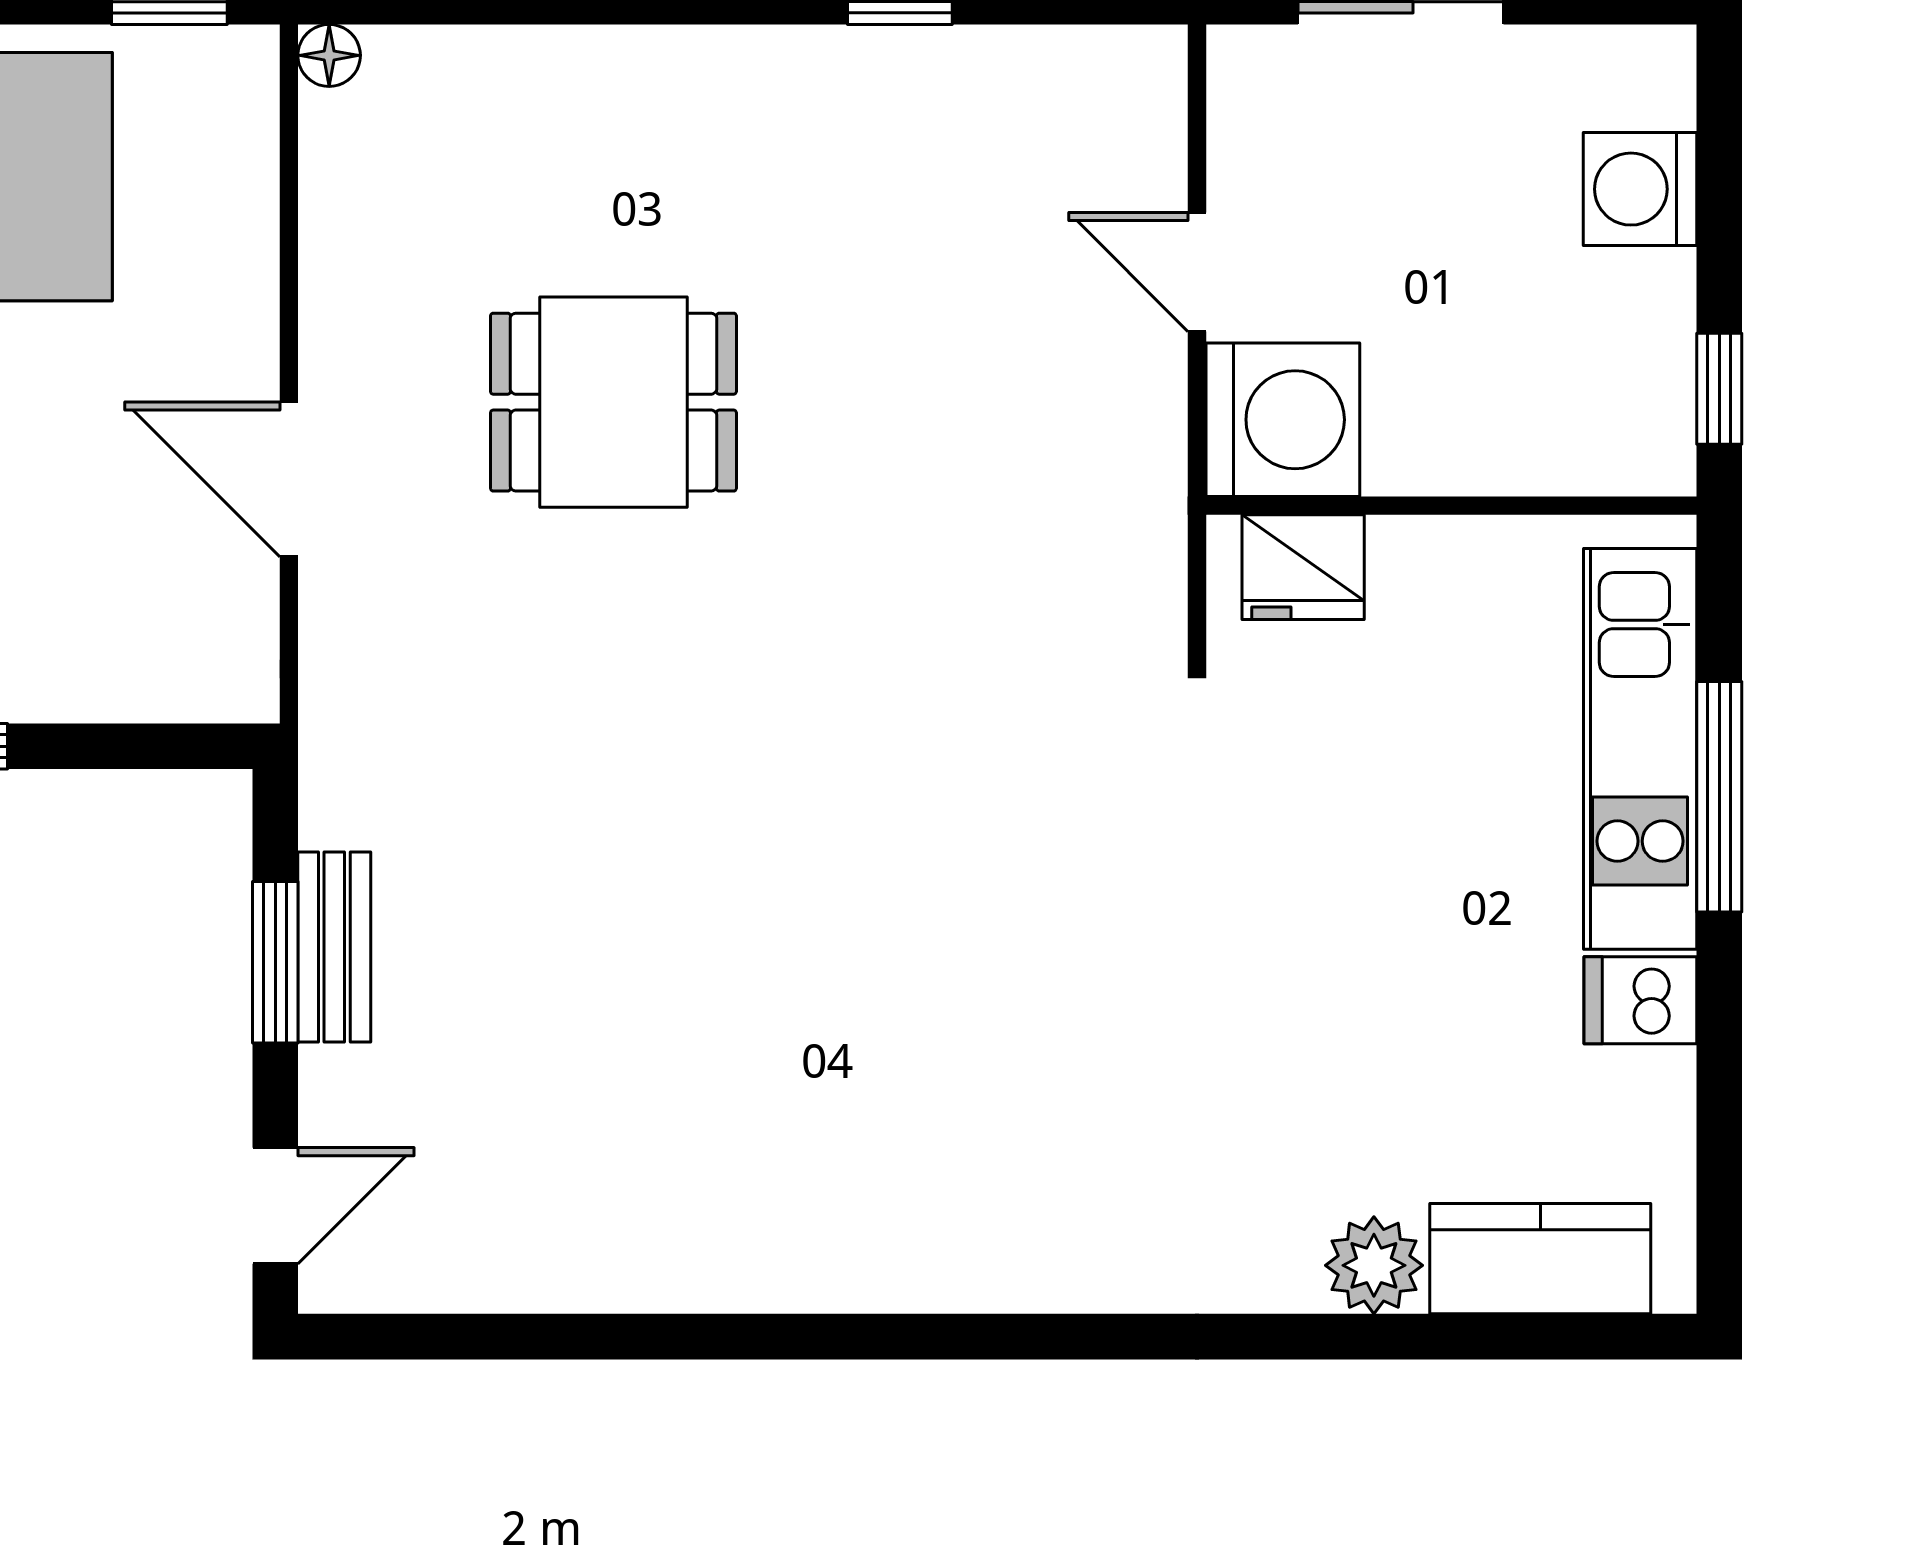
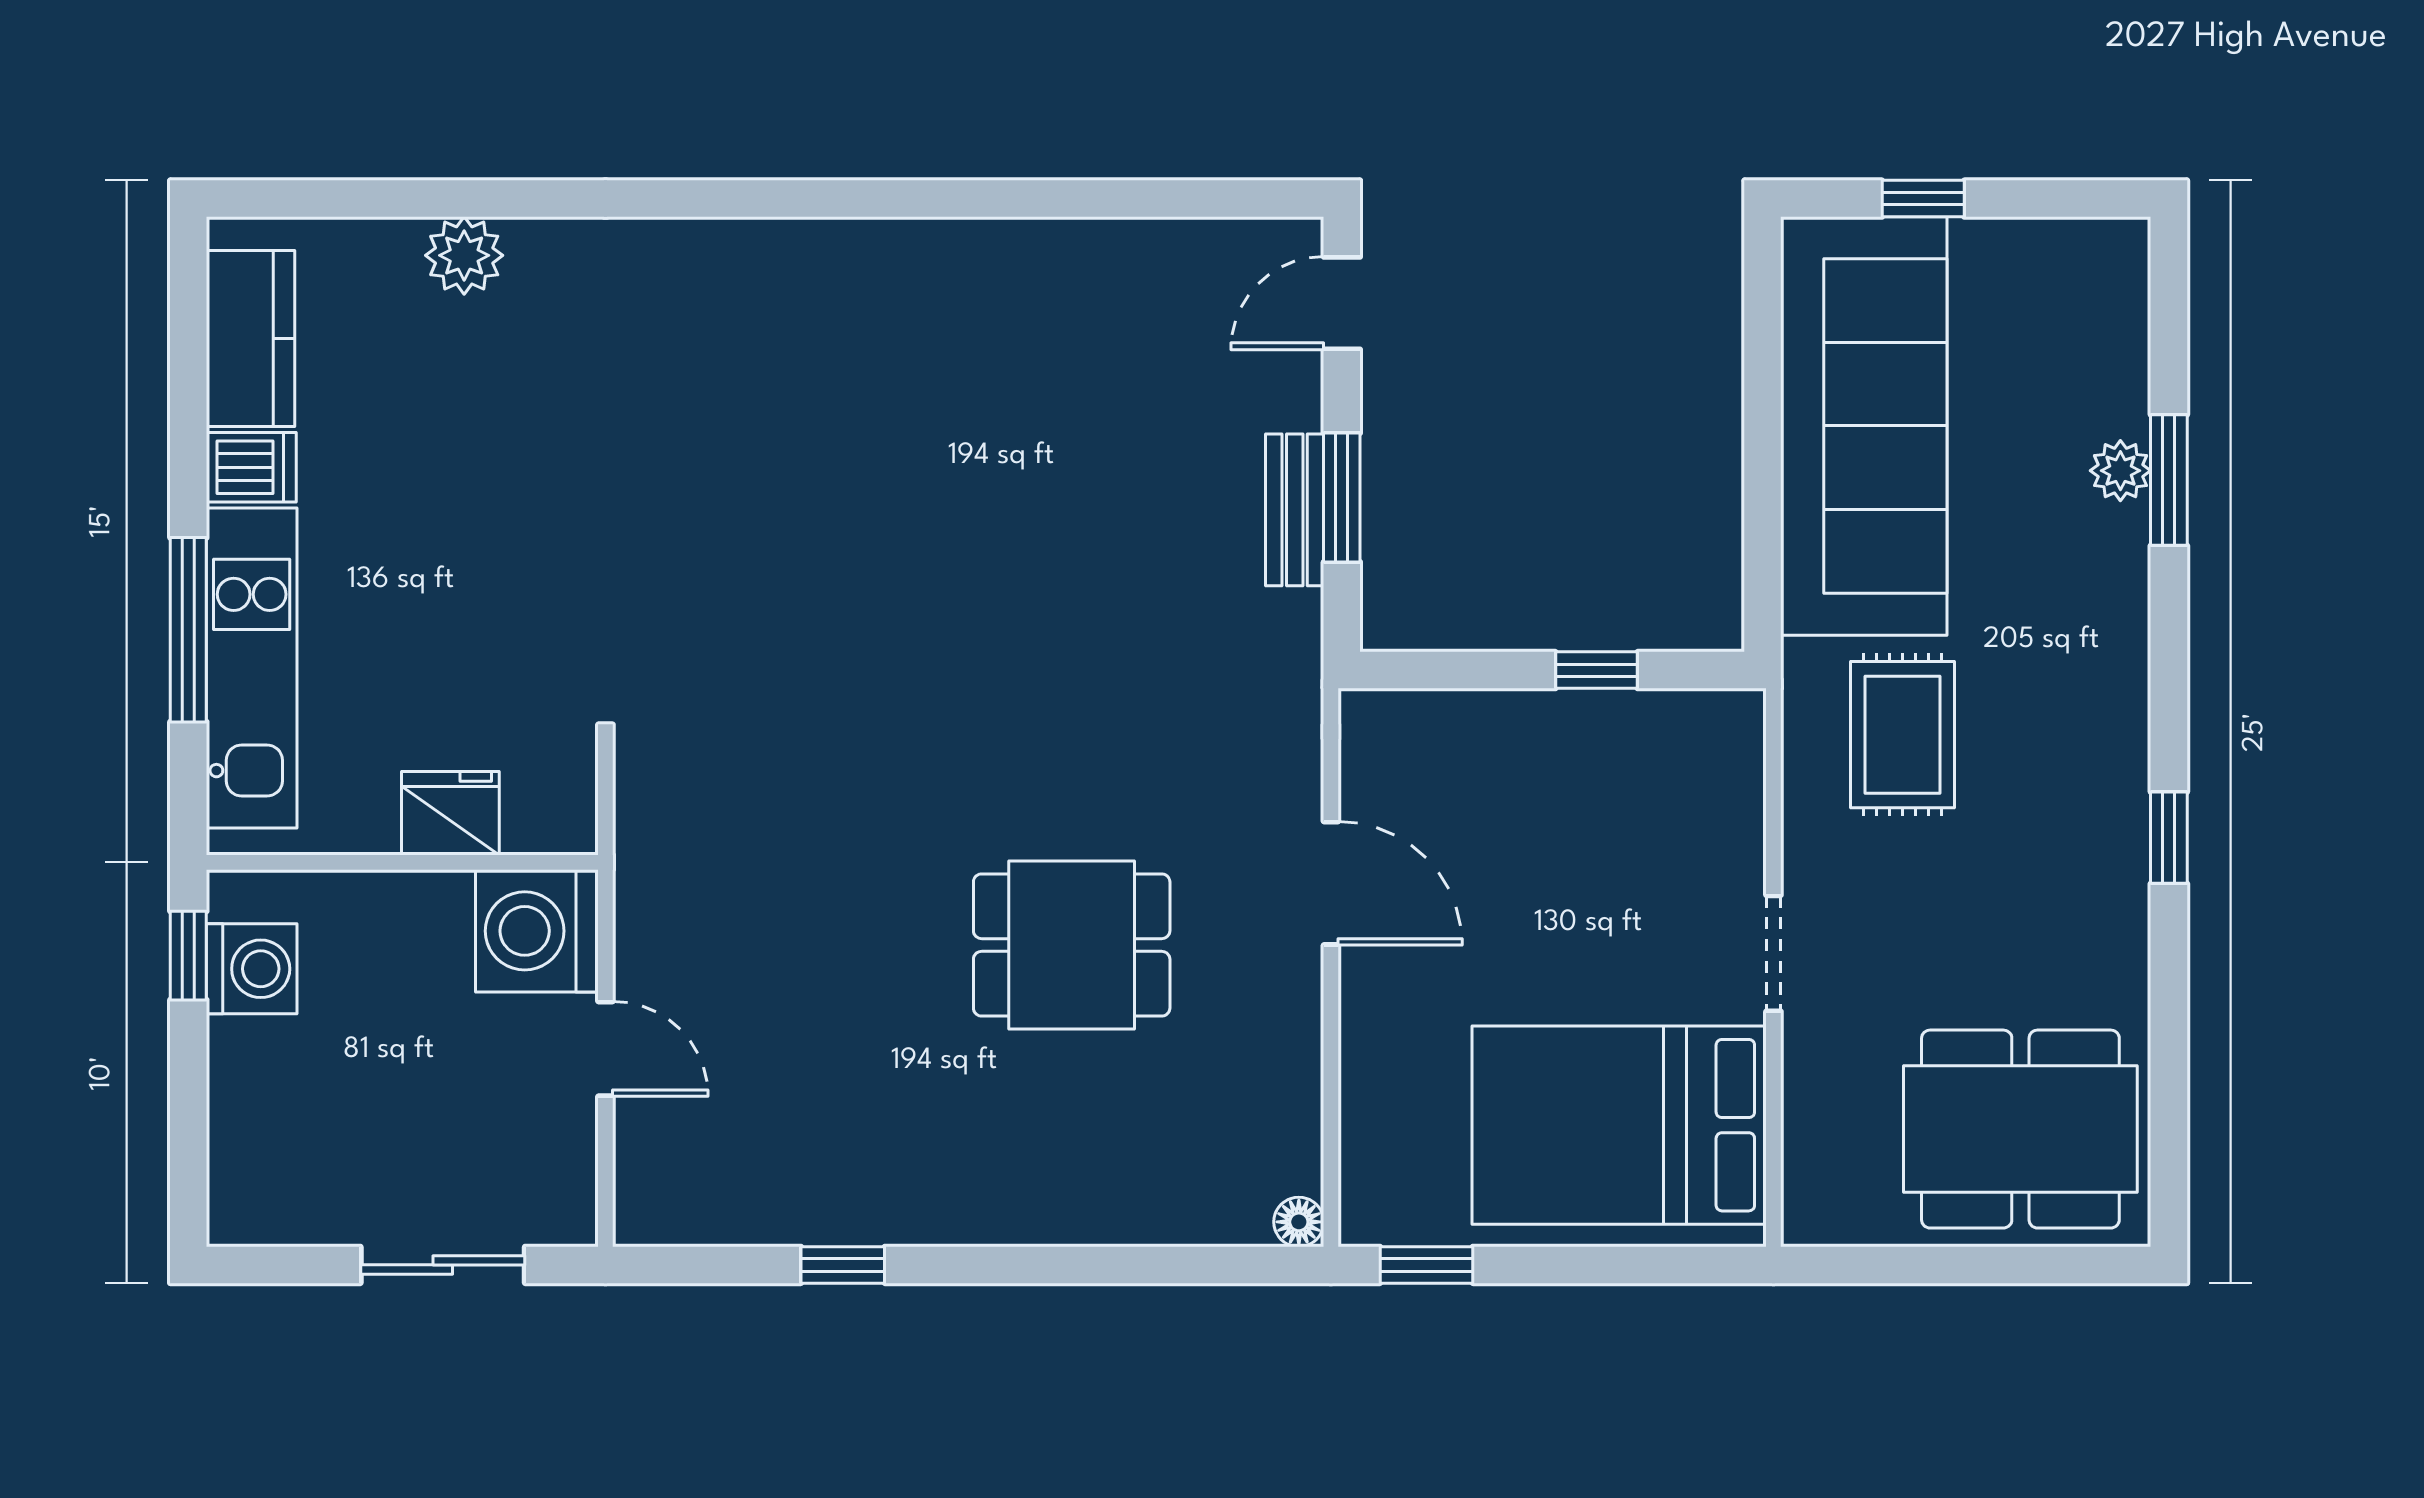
washing machine: (1640, 189) -> (252, 969), moved
fridge: (1303, 567) -> (450, 813), moved
kitchen counter: (1540, 1259) -> (251, 338), moved, turned -90

